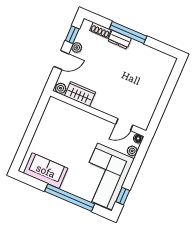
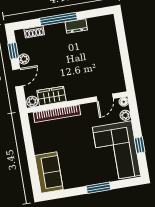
dresser: (119, 40) -> (76, 26), moved
bookcase: (75, 112) -> (57, 114), added
sofa: (46, 171) -> (49, 172), moved, turned 90
window: (123, 196) -> (140, 145), moved
window: (70, 198) -> (98, 188), width x0.47

